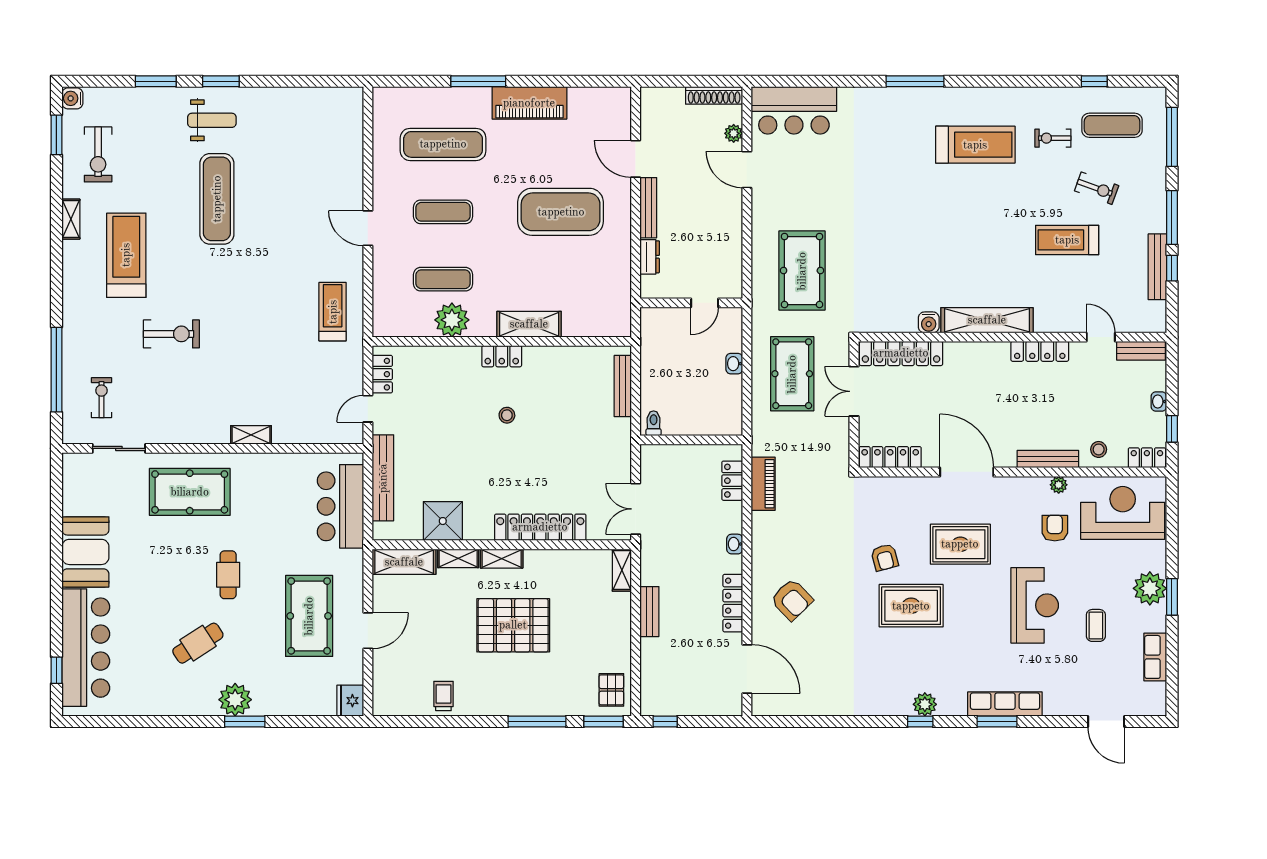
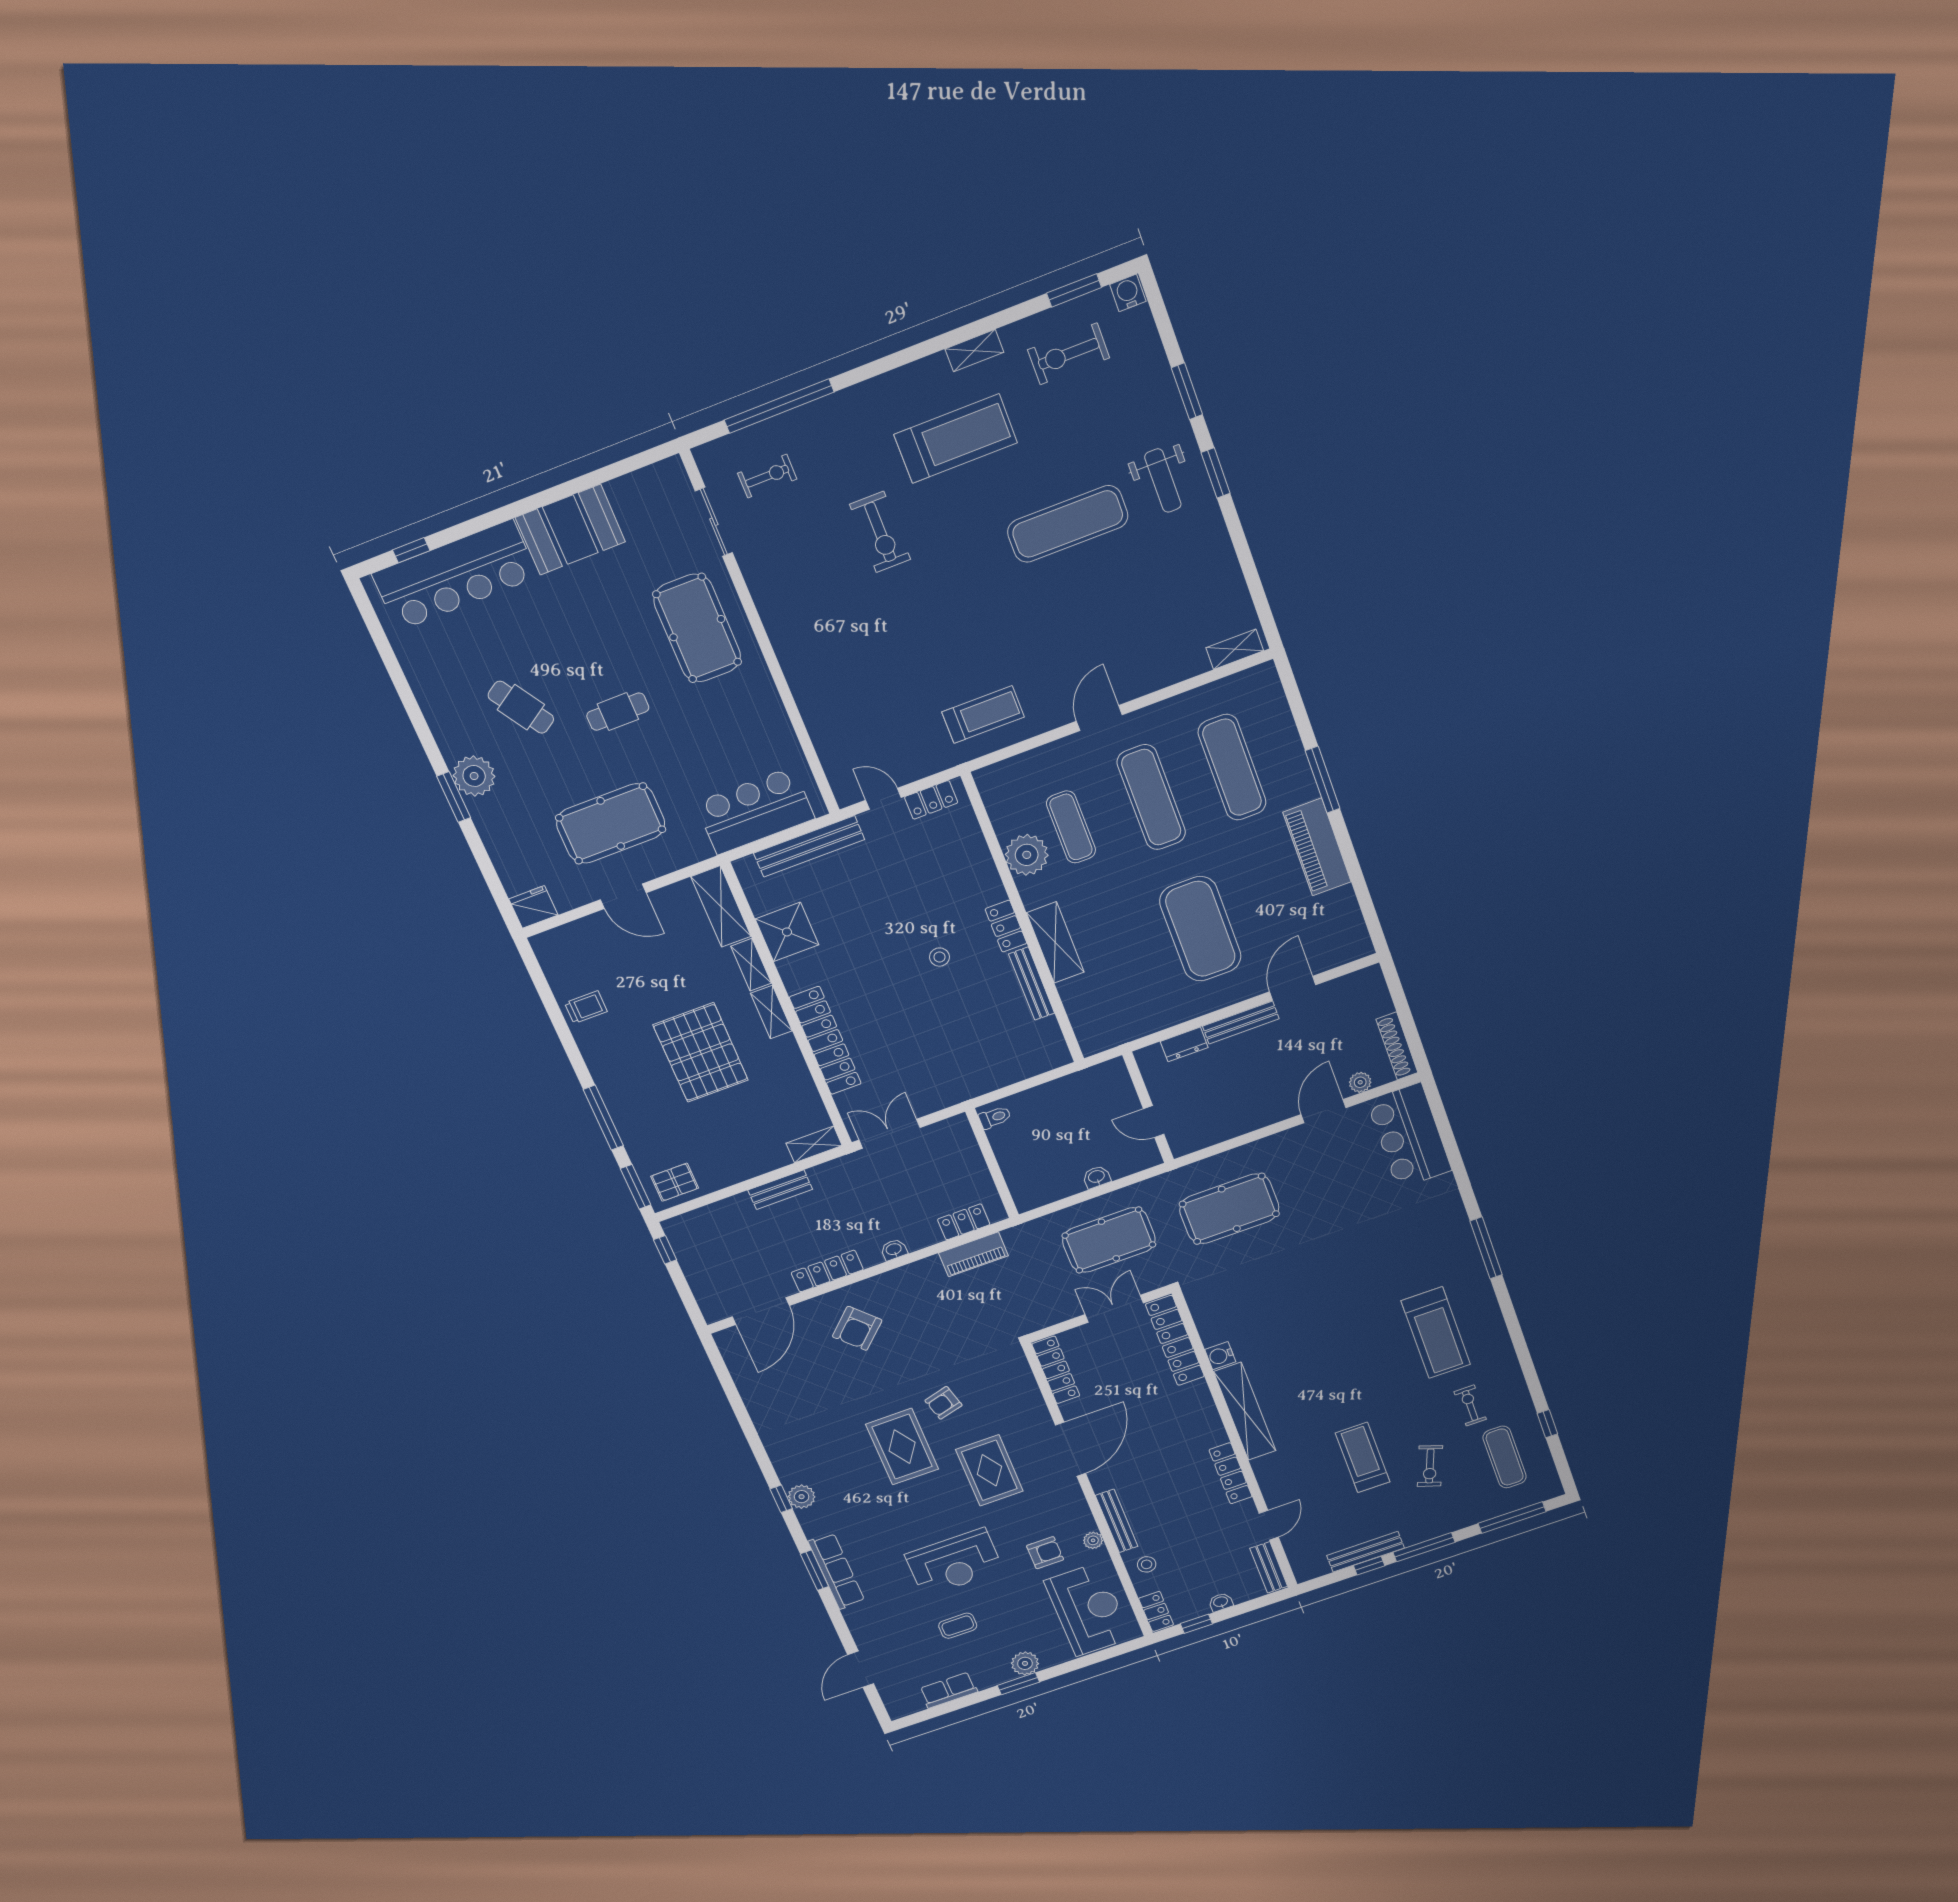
exercise mat: (443, 212) -> (1151, 797), width x1.36, depth x1.45
bench: (623, 386) -> (1032, 984), moved, turned 90
shelving: (251, 435) -> (1235, 649), moved, turned 90
plant: (1150, 588) -> (1025, 1663), width x0.73, depth x0.73

